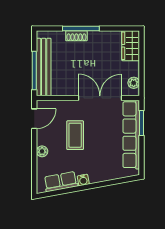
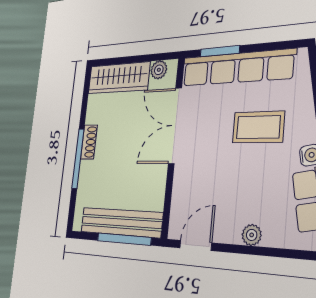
shoe rack: (76, 36) -> (89, 142), moved
wardrobe: (131, 46) -> (118, 78), width x1.50
door: (34, 119) -> (196, 245), hinge flipped
coffee table: (75, 135) -> (258, 127), moved

